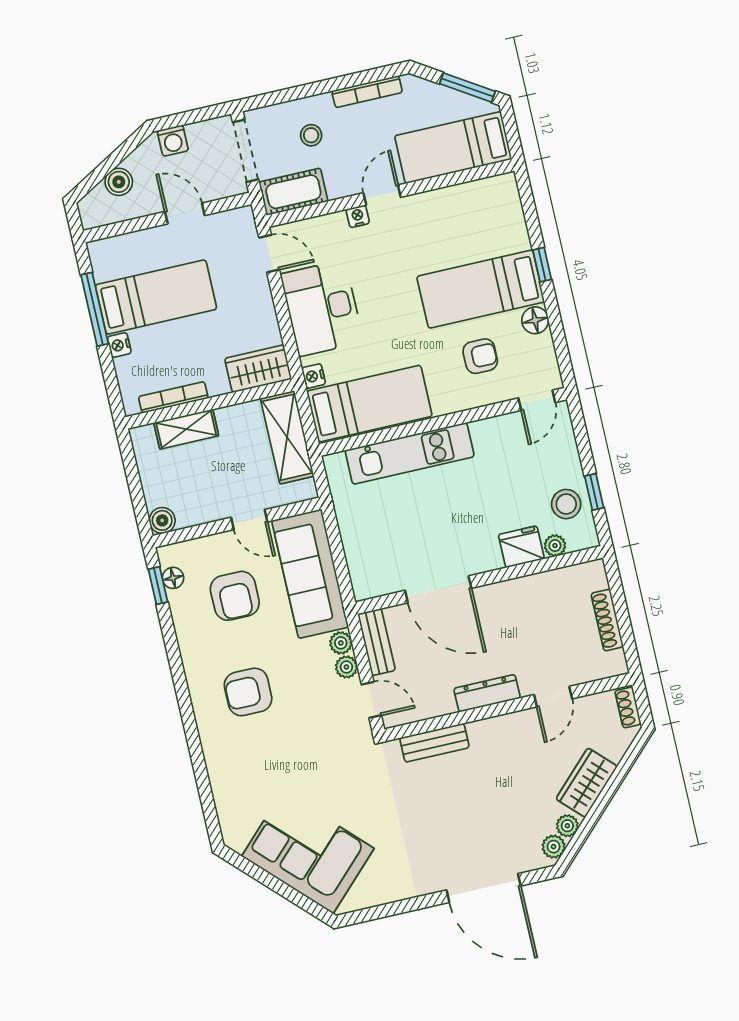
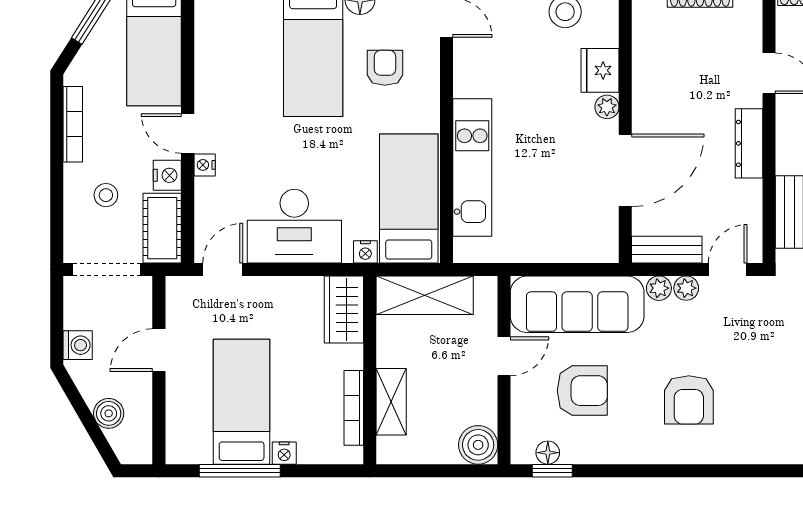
nightstand: (341, 185) -> (167, 175), added
boiler: (162, 520) -> (478, 445), width x1.36, depth x1.36
plant: (555, 546) -> (607, 107), moved

